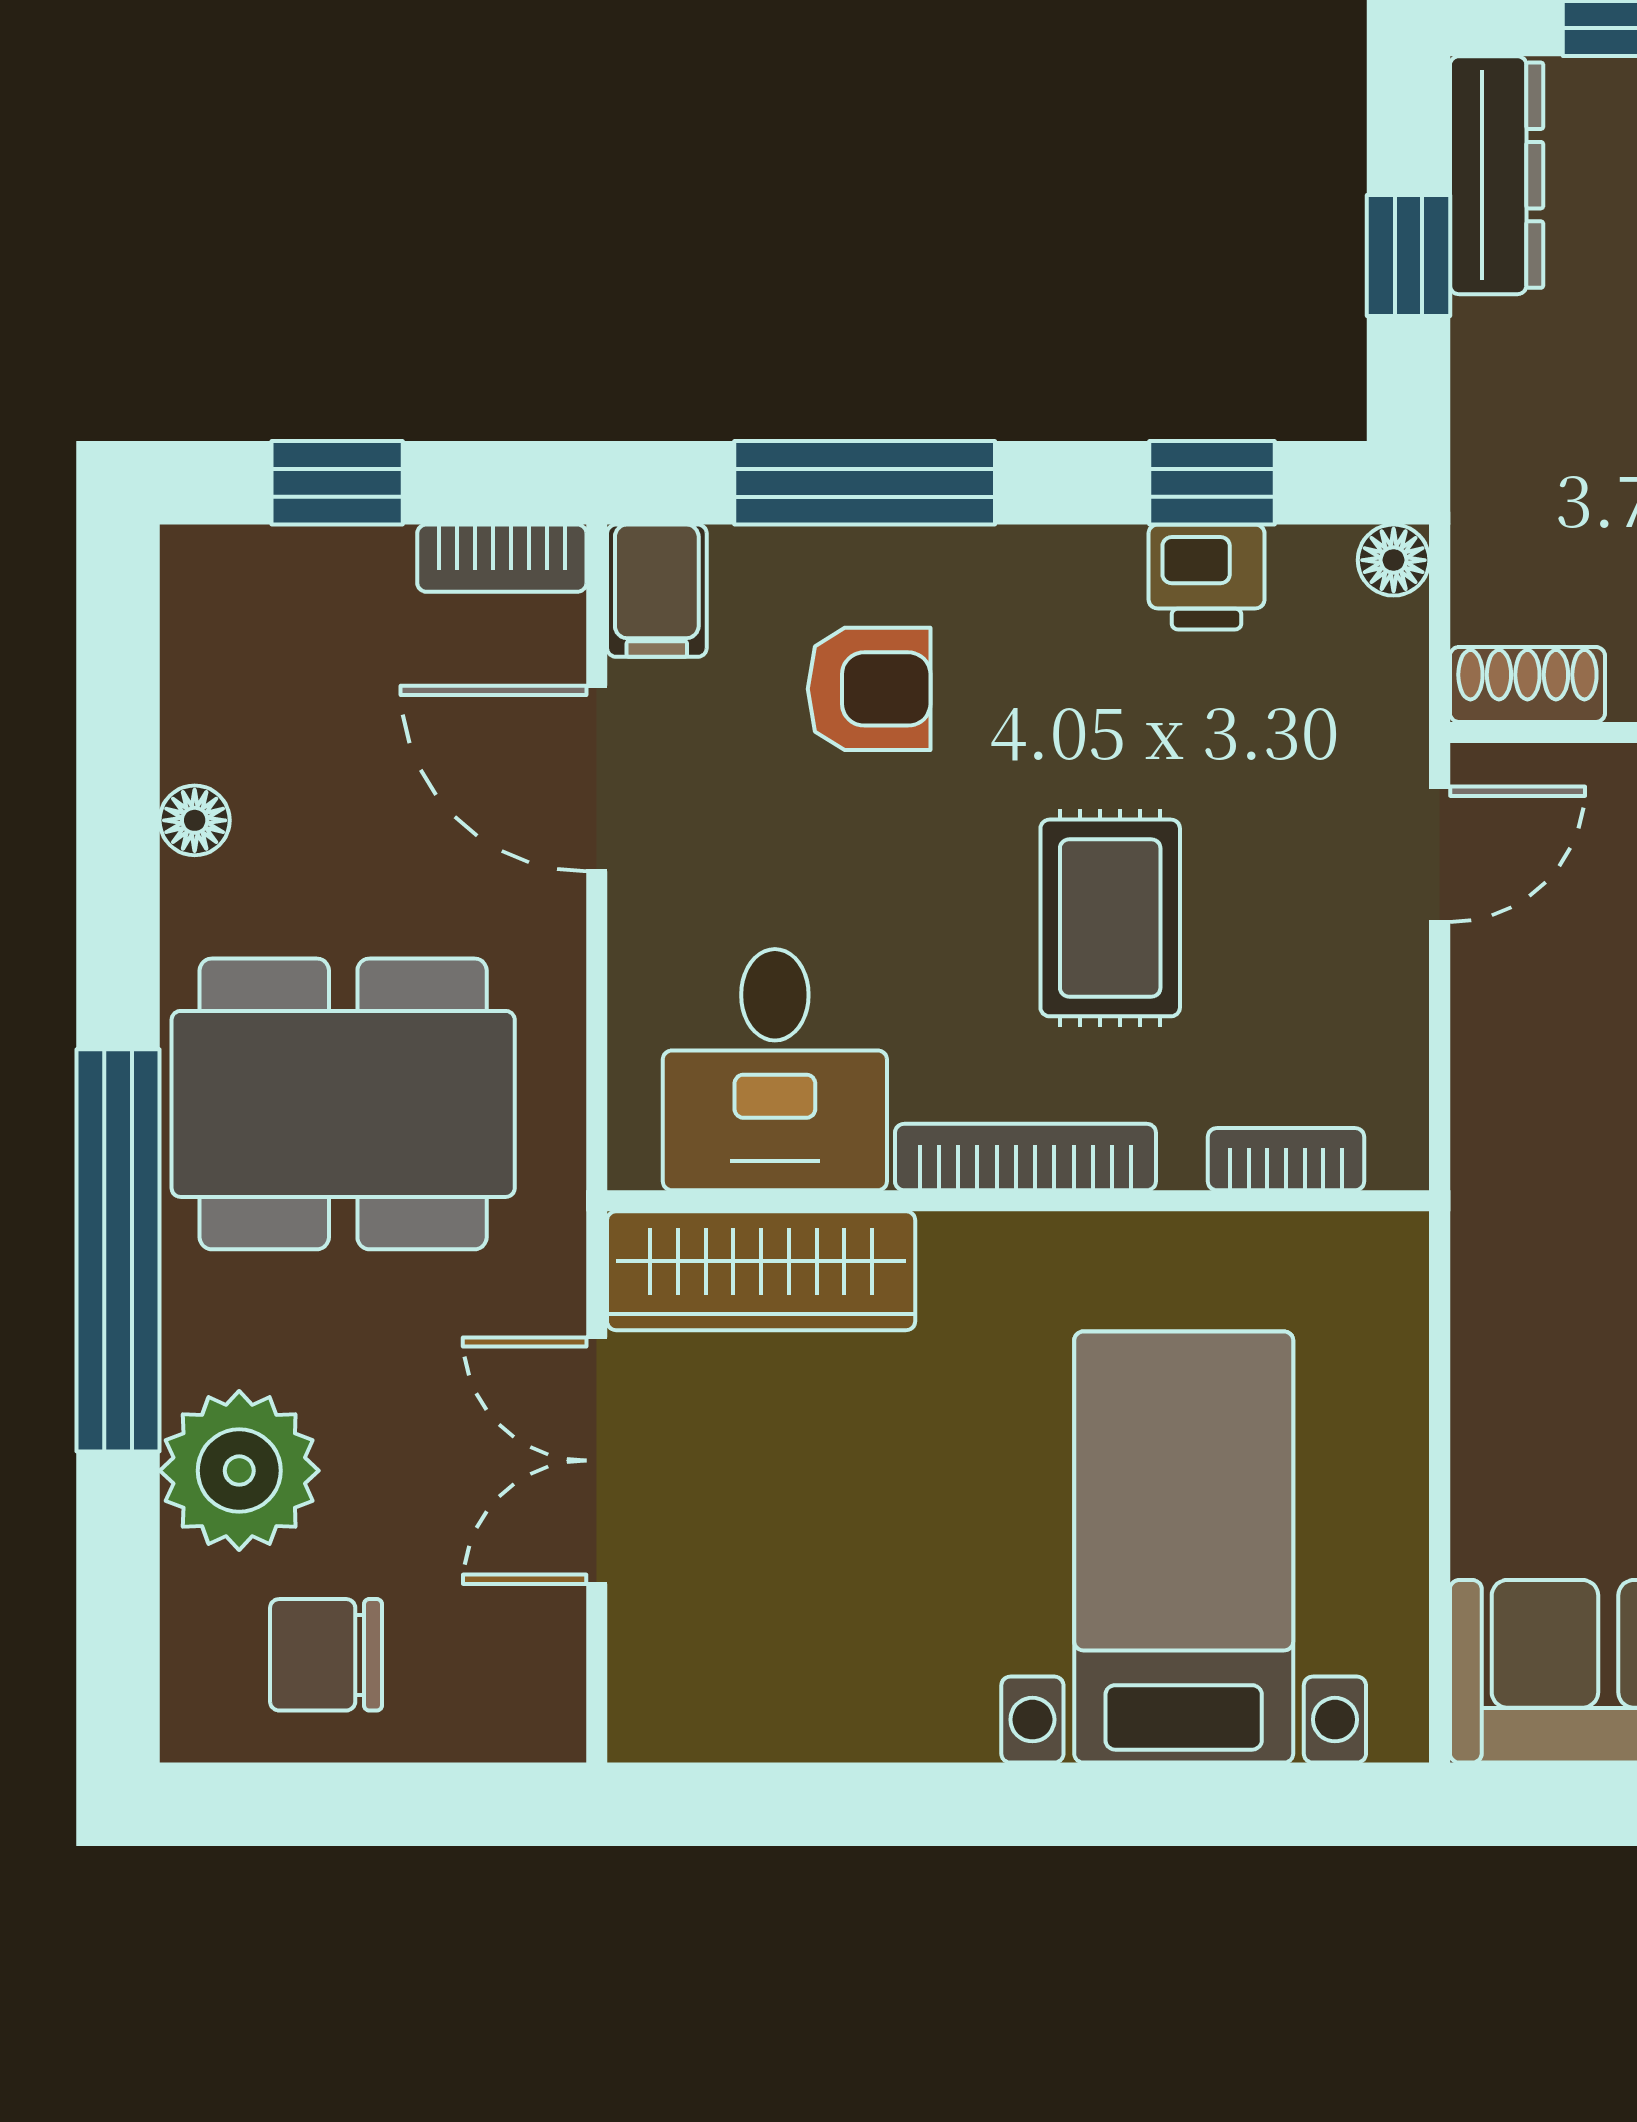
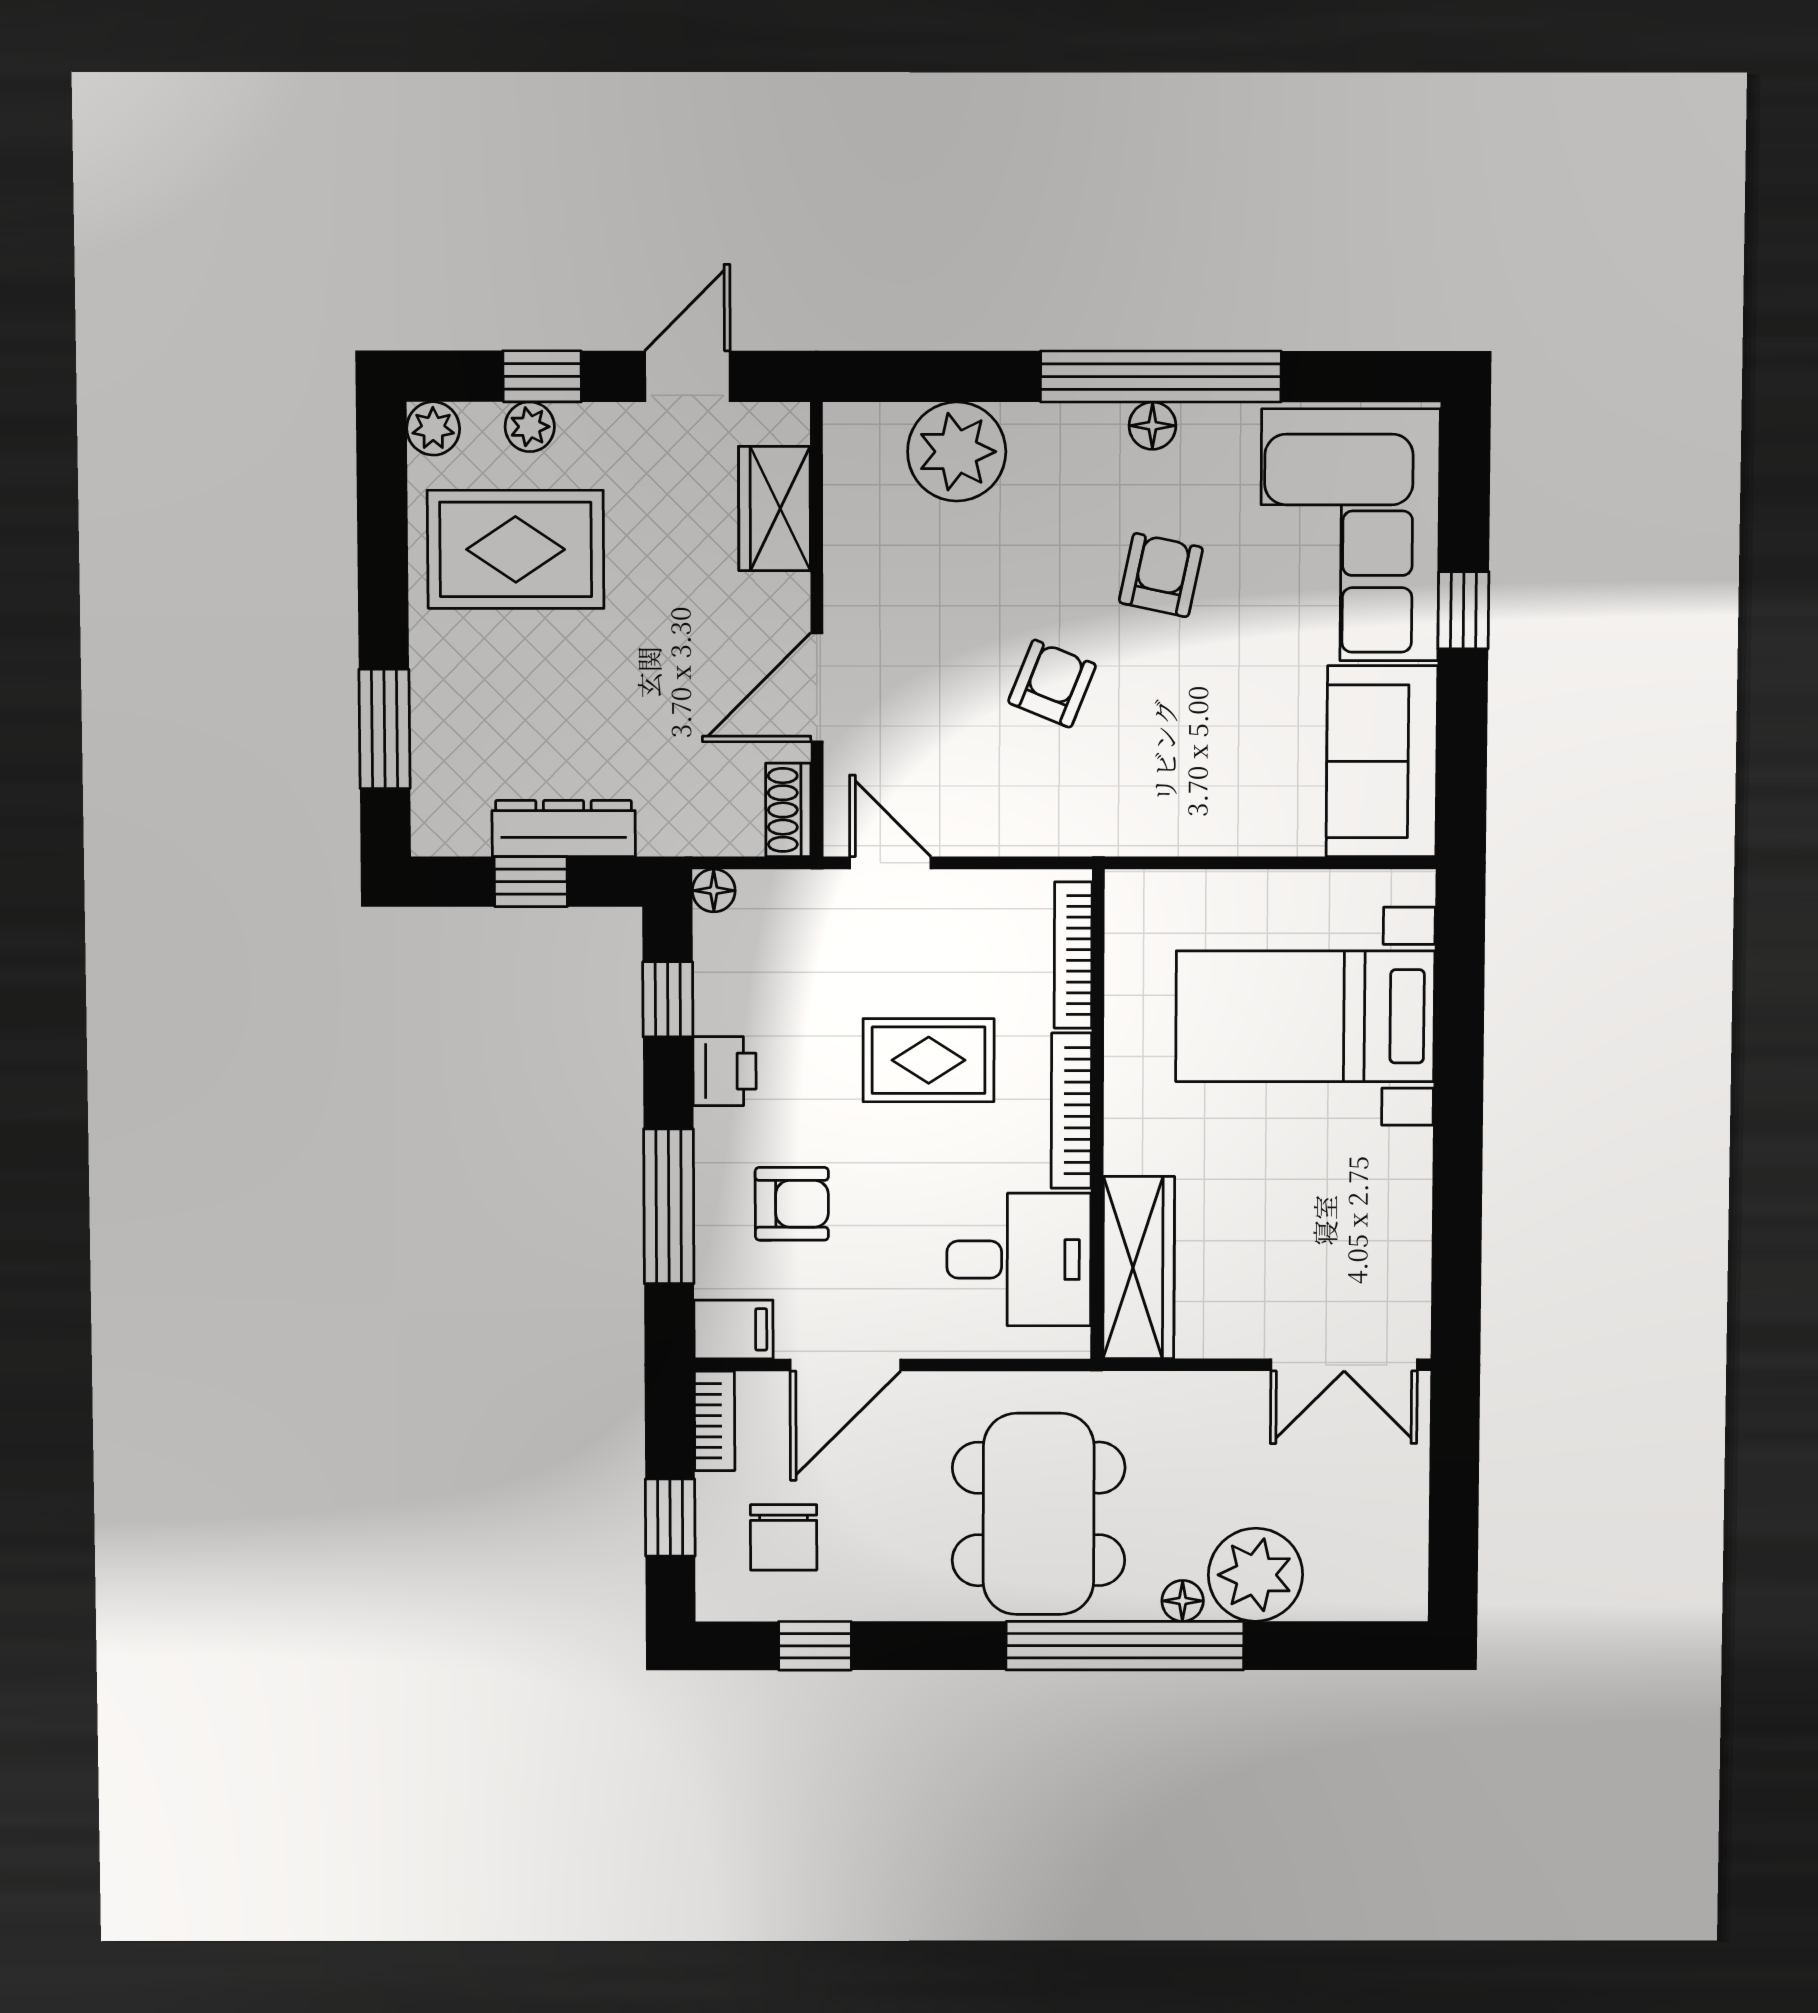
dresser: (1497, 175) -> (564, 828), moved
printer: (1207, 577) -> (725, 1071), moved
armchair: (869, 689) -> (792, 1204), turned 90
window: (118, 726) -> (815, 1646), added
floor lamp: (195, 820) -> (1183, 1601), moved
bookcase: (1286, 1159) -> (1073, 955), width x1.56
double door: (597, 1461) -> (1344, 1365), moved
chair: (326, 1655) -> (784, 1537), moved

